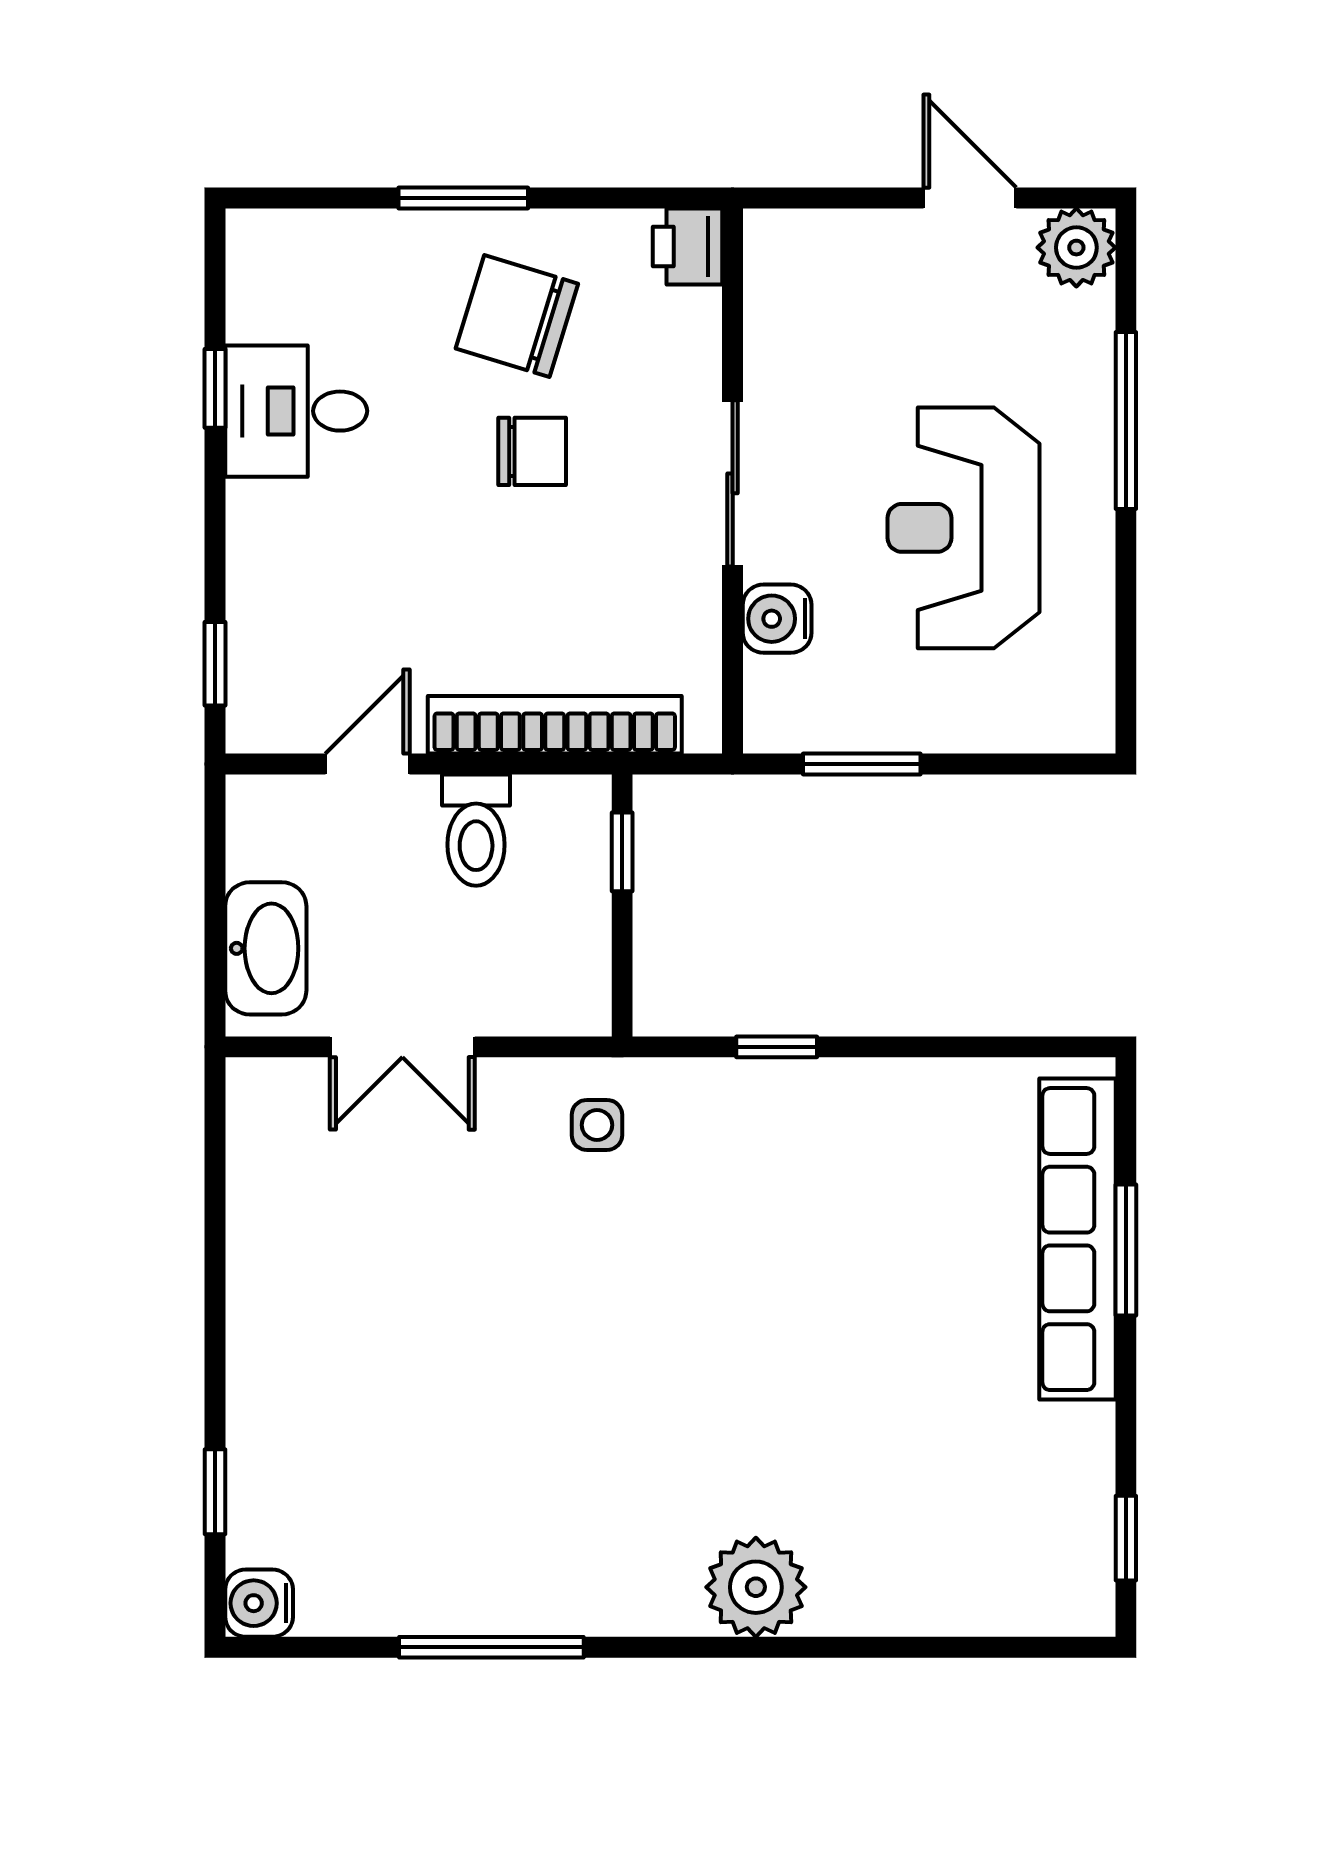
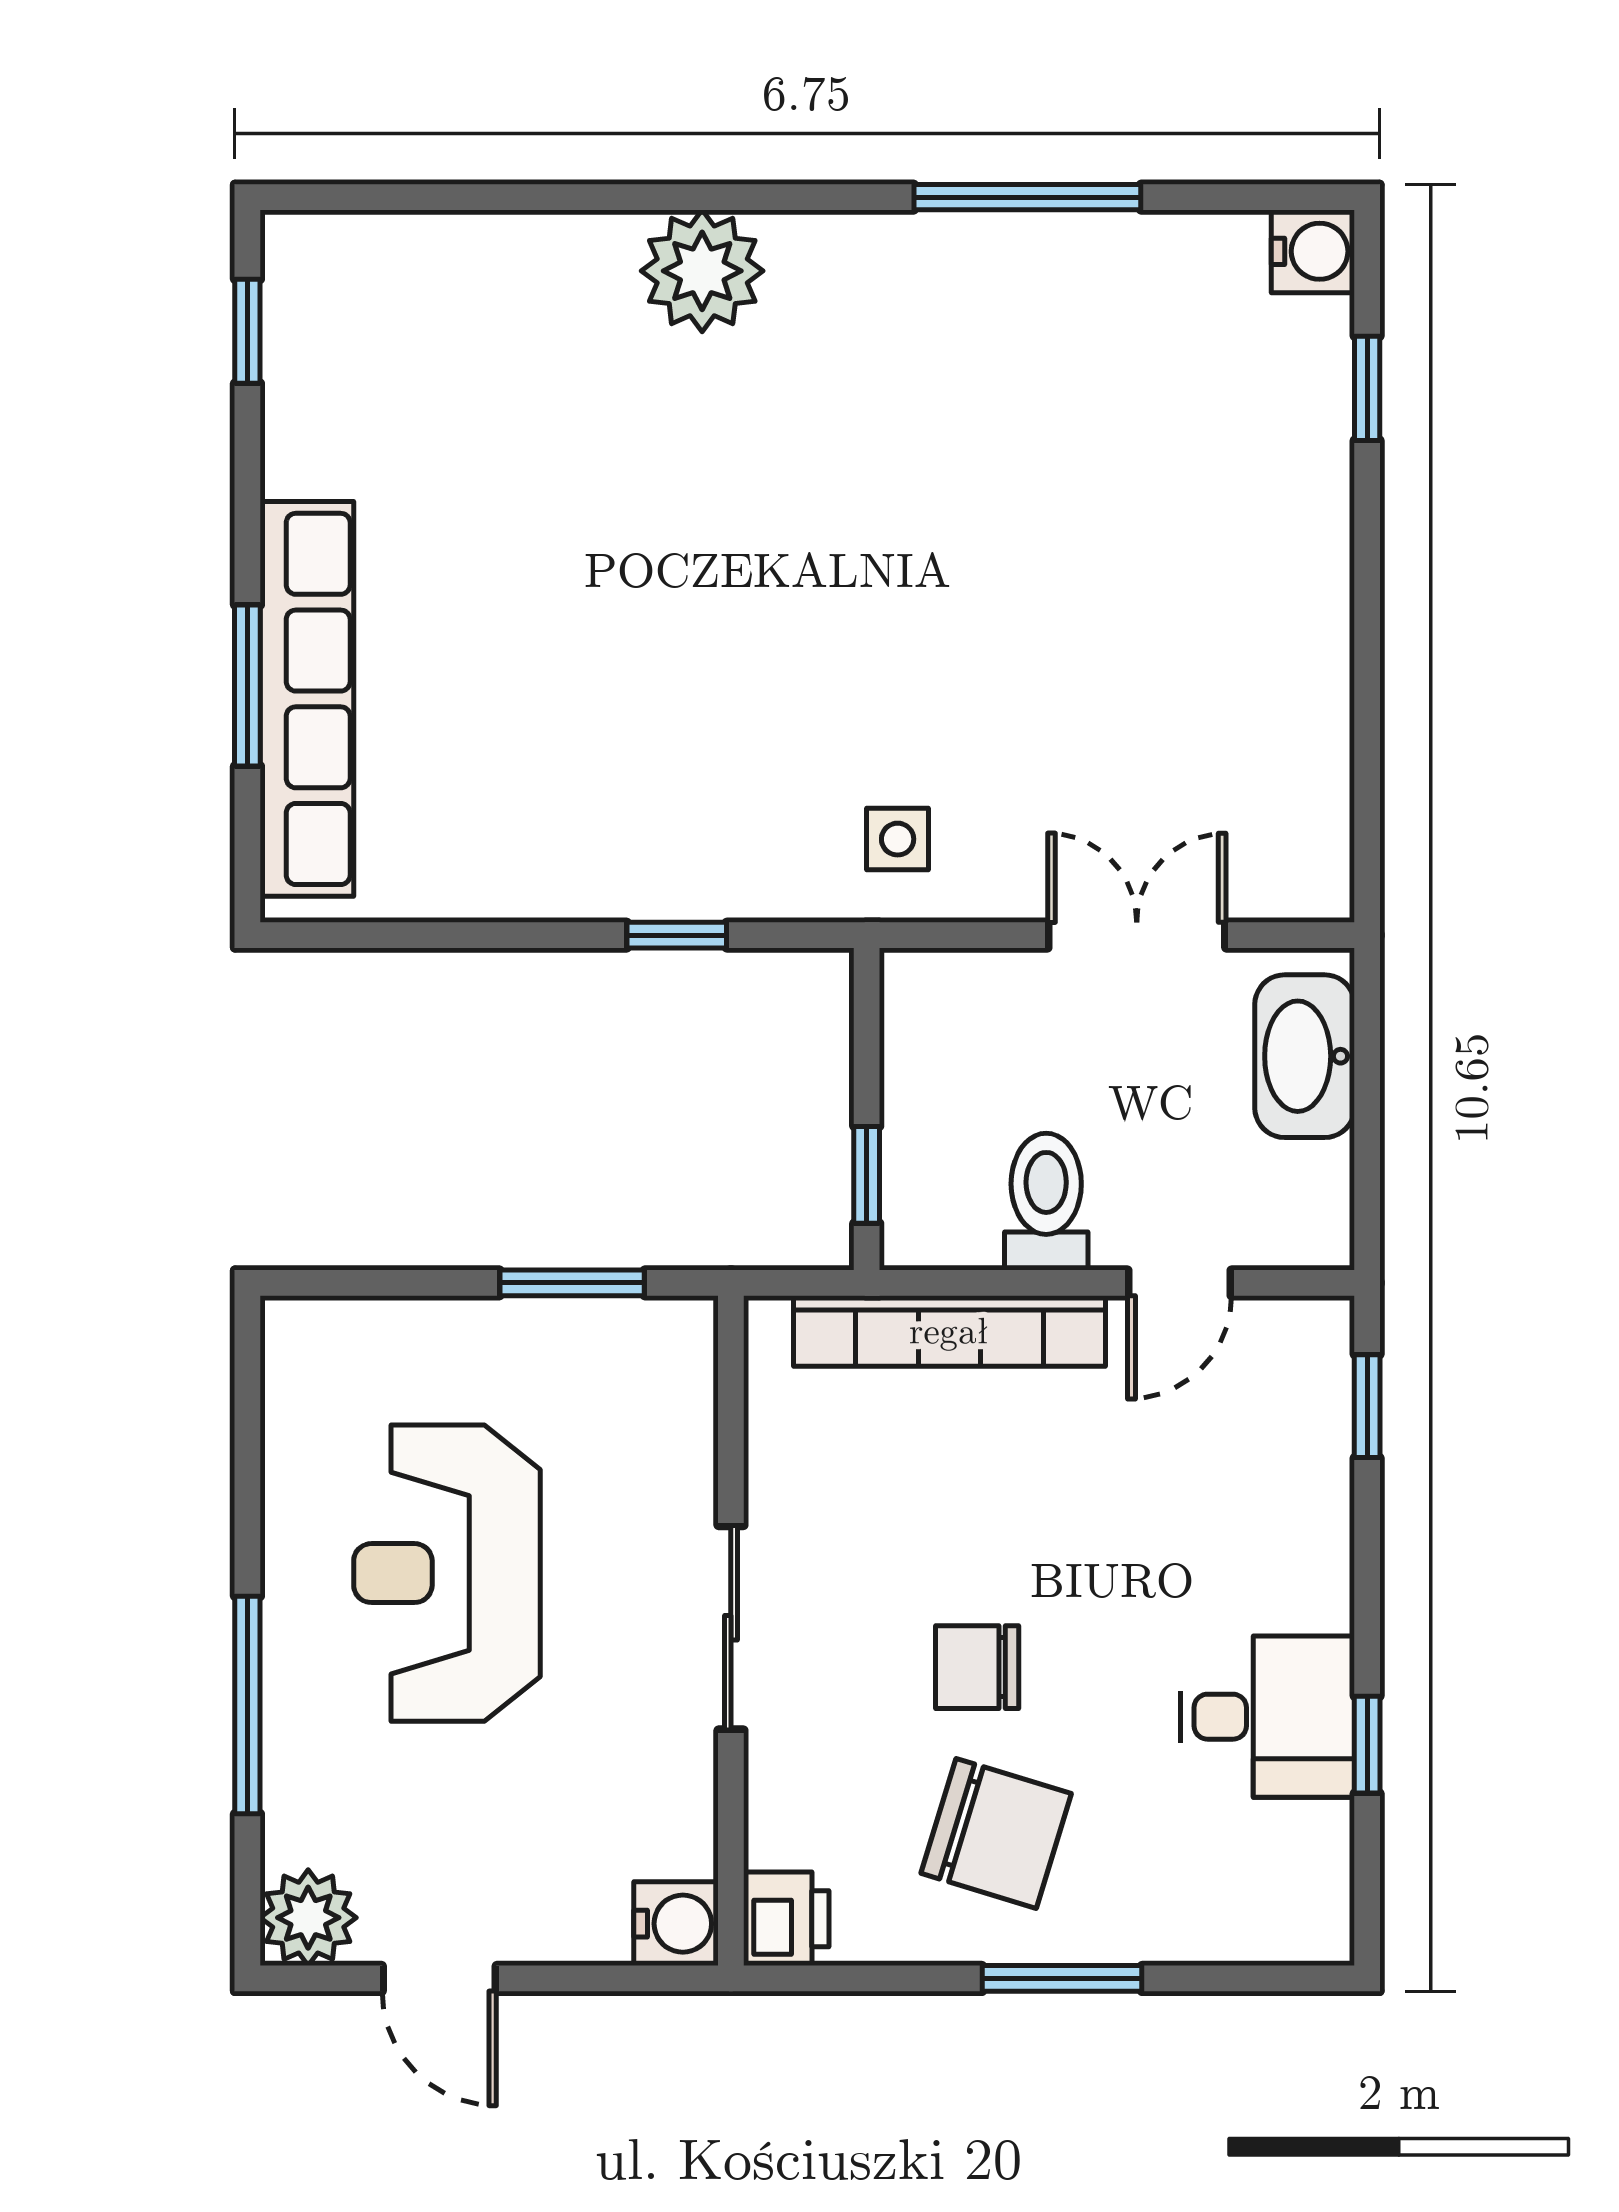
reception desk: (963, 528) -> (447, 1573), turned 180
water cooler: (777, 619) -> (676, 1924), moved

